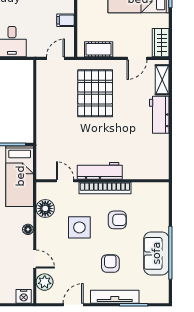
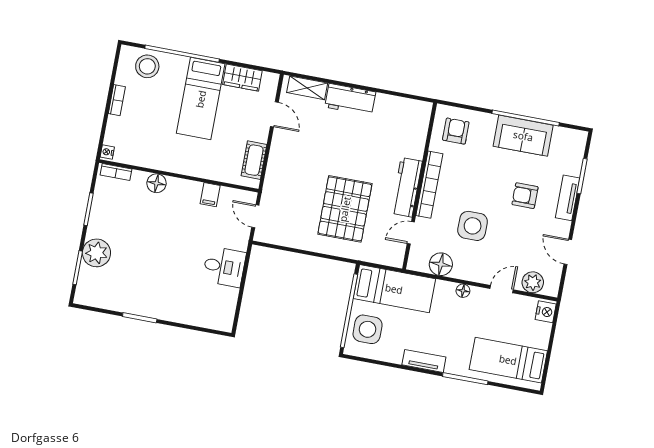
wardrobe: (161, 43) -> (242, 78), moved
pallet: (95, 93) -> (345, 209), moved, turned 90
armchair: (117, 220) -> (456, 131), moved
tv unit: (115, 297) -> (568, 198), width x0.71

